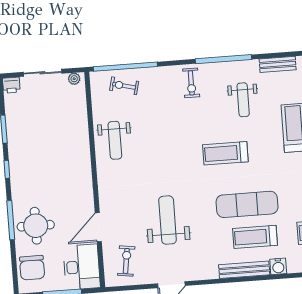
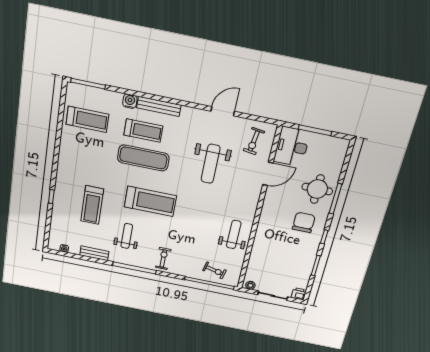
treadmill: (225, 153) -> (150, 201), width x1.37, depth x1.38
chair: (32, 268) -> (304, 222), moved

